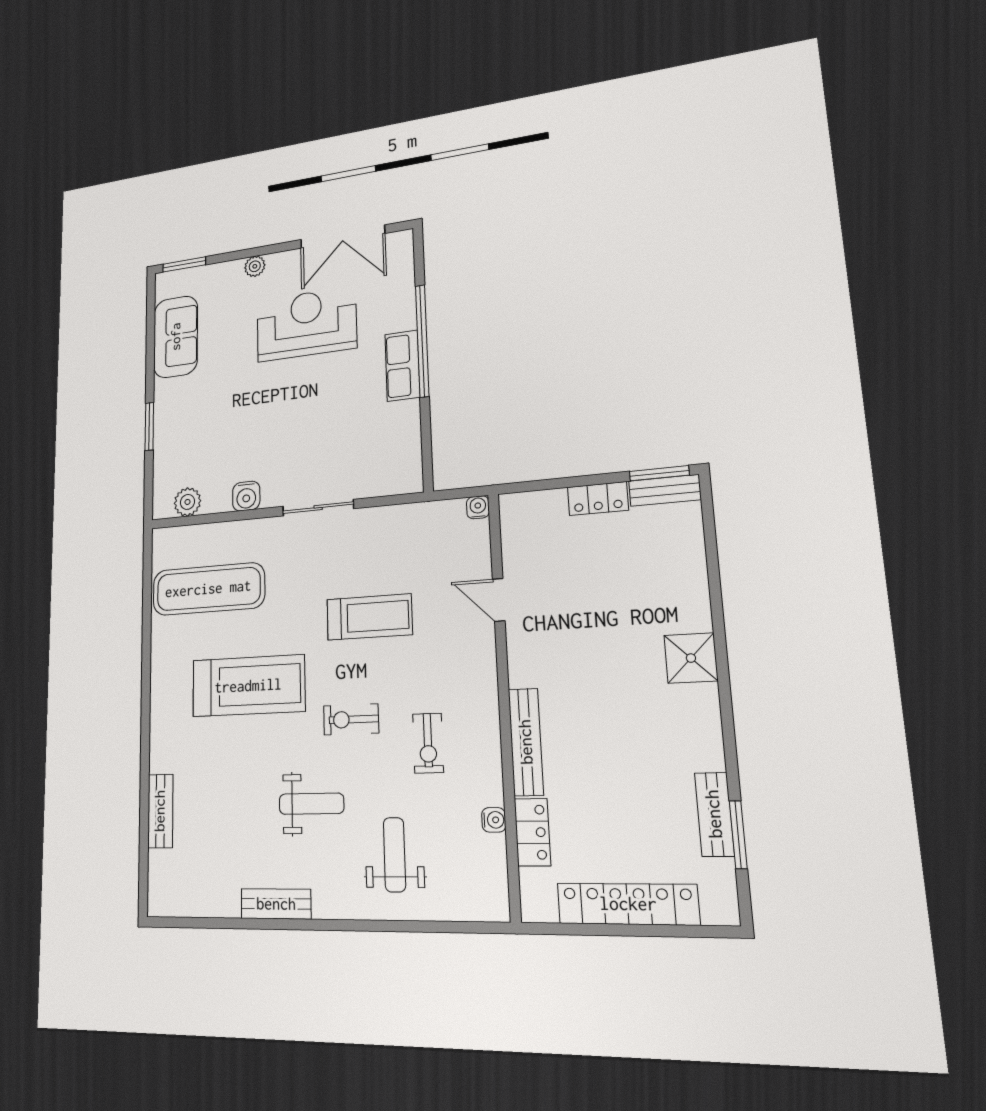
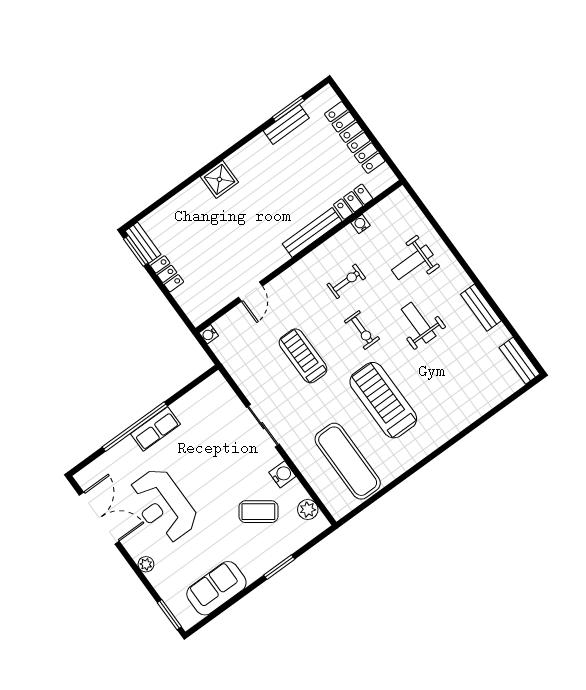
coffee table: (224, 439) -> (258, 512), added
bench: (160, 811) -> (519, 361), moved, turned 90

